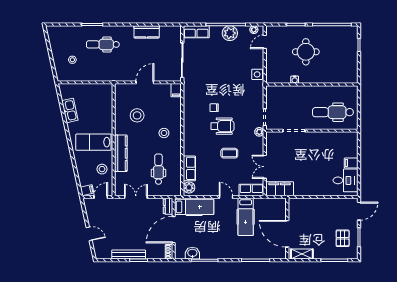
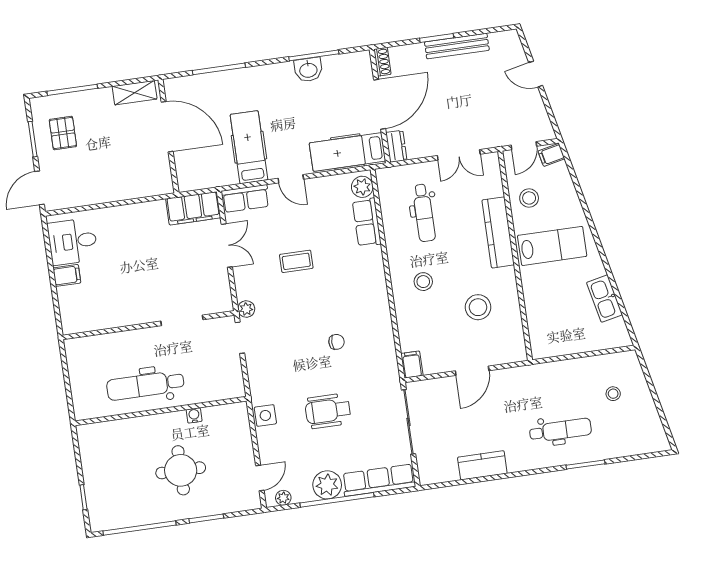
row of seats: (196, 32) -> (379, 480), width x1.48
dental chair: (333, 112) -> (145, 385), moved, turned 180
wheelchair: (222, 126) -> (328, 411), moved
washbasin: (192, 253) -> (308, 70), moved

